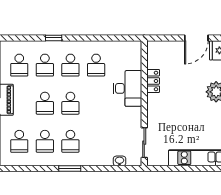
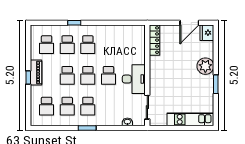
school desk: (96, 65) -> (108, 75), moved
locker: (153, 81) -> (155, 40), moved, width x1.53
desk: (128, 88) -> (134, 79), moved

